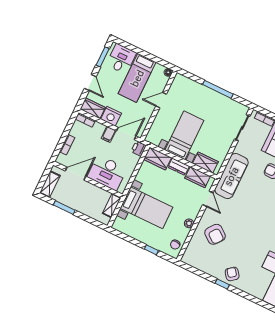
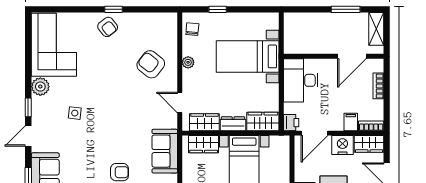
filing cabinet: (109, 134) -> (351, 122), moved
desk: (107, 173) -> (301, 80), moved, turned -90
sofa: (231, 176) -> (165, 151), width x0.73
shelving: (112, 206) -> (290, 39), removed

